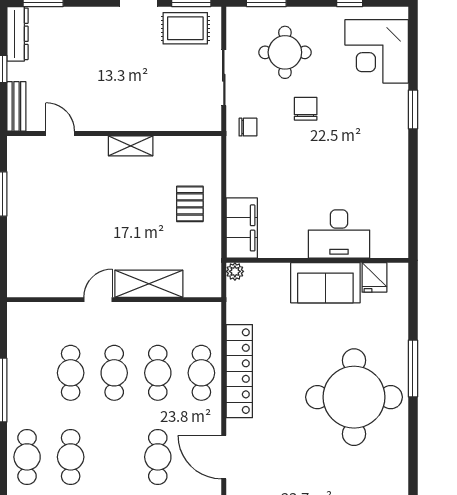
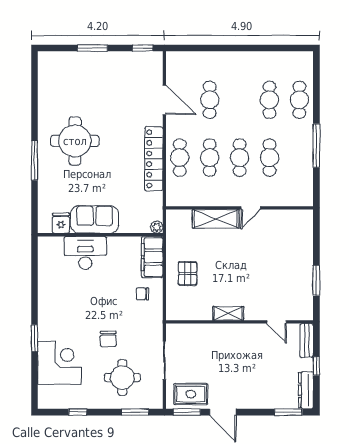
corner desk: (377, 51) -> (59, 363), moved
chair: (248, 127) -> (142, 294), moved
round table: (354, 397) -> (75, 141), width x0.73, depth x0.73

